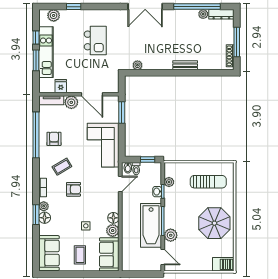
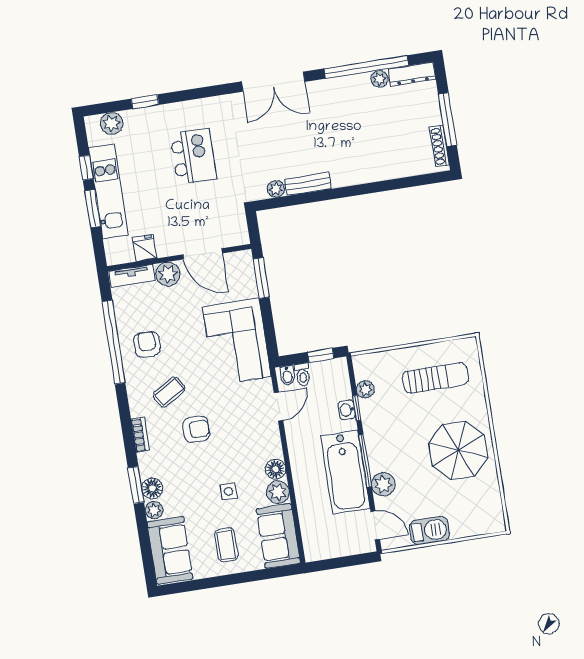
bench: (185, 65) -> (308, 184), moved
plant: (44, 206) -> (154, 510), moved
barbecue: (223, 264) -> (429, 530), moved

